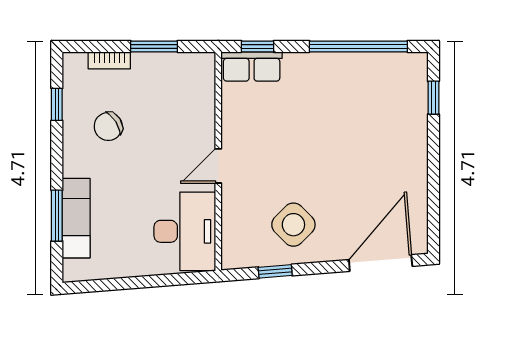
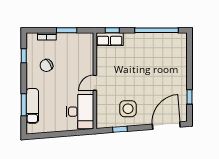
window: (433, 98) -> (190, 97), moved
side table: (293, 225) -> (128, 109), turned 45

